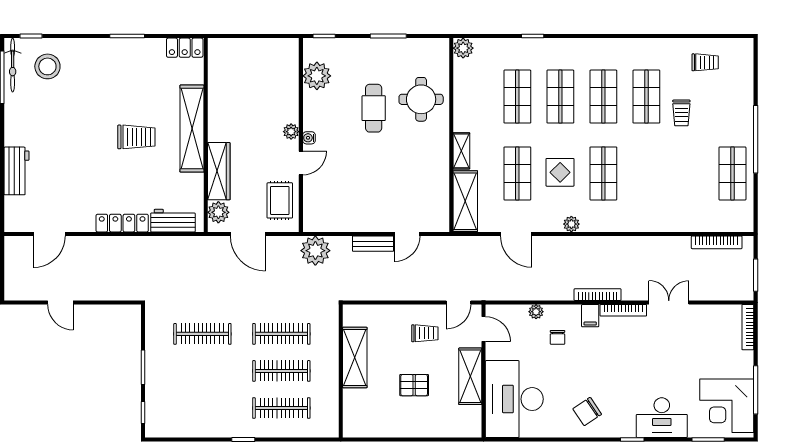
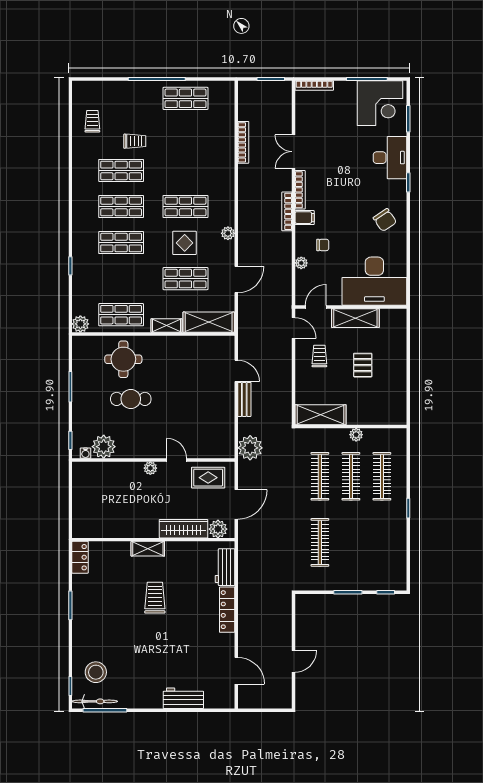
shop shelf: (517, 97) -> (121, 315), moved
shelving: (192, 129) -> (148, 549), width x0.45, depth x0.75
water cooler: (309, 138) -> (85, 453), moved
bookcase: (717, 242) -> (243, 142), moved
shelving: (355, 357) -> (321, 415), moved
plant: (331, 377) -> (356, 435), added

